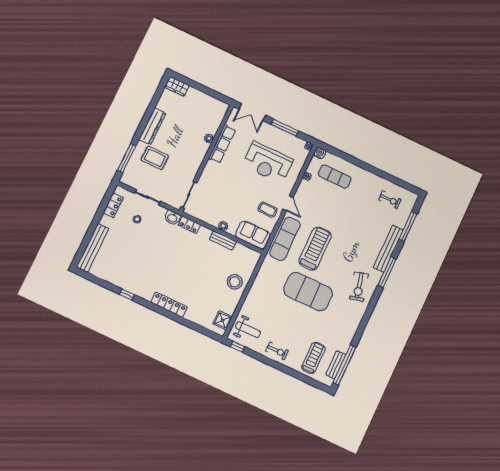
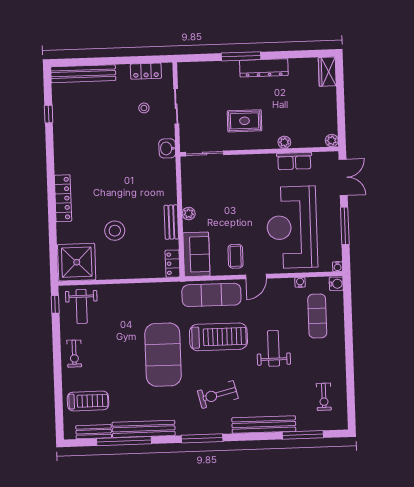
plant: (224, 107) -> (332, 140), added
double door: (252, 112) -> (343, 177), swing flipped
row of seats: (222, 144) -> (294, 161), width x0.68
window: (127, 158) -> (241, 56), moved
rug: (155, 158) -> (245, 121), moved, turned 90
reception desk: (268, 163) -> (292, 227), width x1.36, depth x1.30
weight bench: (341, 216) -> (274, 348), added
locker: (189, 225) -> (172, 264), moved
window: (387, 272) -> (202, 438), moved
stool: (235, 282) -> (115, 231), moved
exercise bike: (359, 287) -> (218, 395), moved
window: (127, 294) -> (49, 114), moved
shower: (223, 320) -> (77, 262), width x1.86, depth x1.86
bench: (351, 330) -> (144, 429), added
window: (344, 365) -> (124, 441), moved

